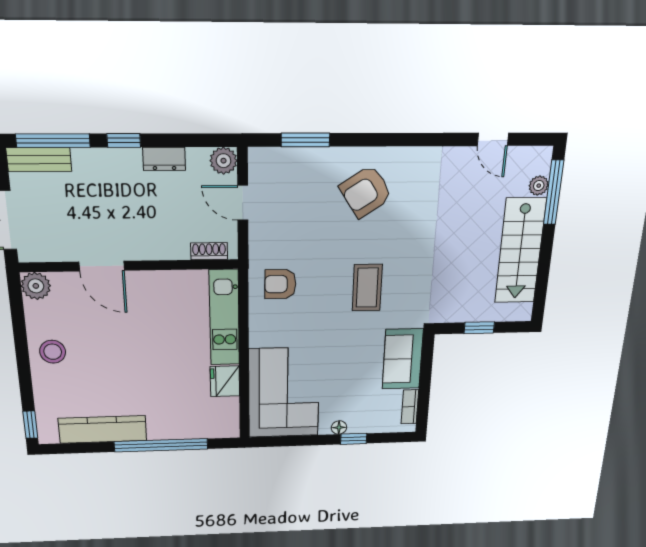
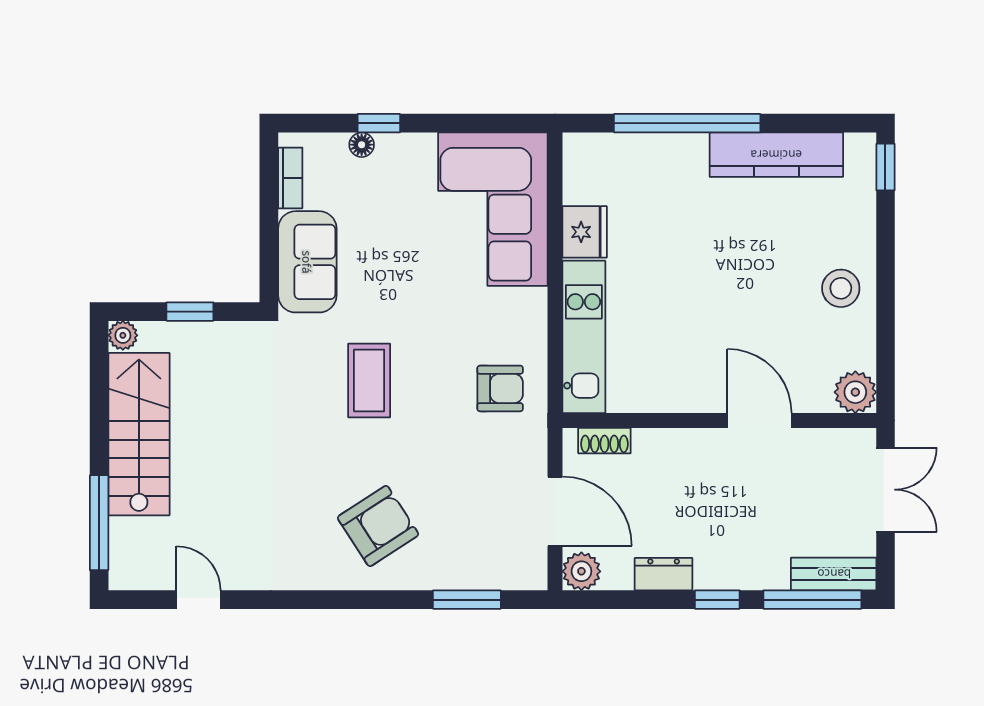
plant: (539, 186) -> (123, 335), moved
door: (243, 203) -> (555, 511), width x1.38
floor lamp: (339, 428) -> (362, 145), moved

